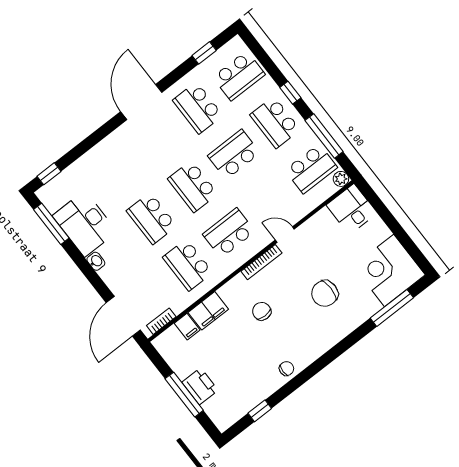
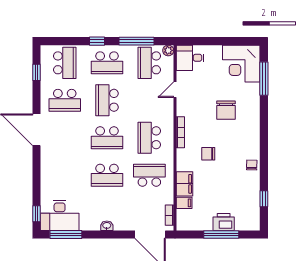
school desk: (311, 169) -> (149, 63), turned 180
desk: (85, 224) -> (60, 215), moved
door: (285, 235) -> (175, 90), moved
school desk: (188, 265) -> (149, 175), turned 180

